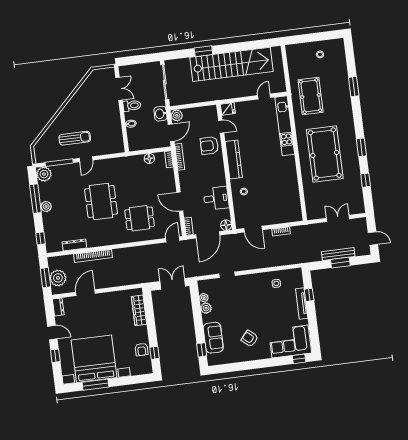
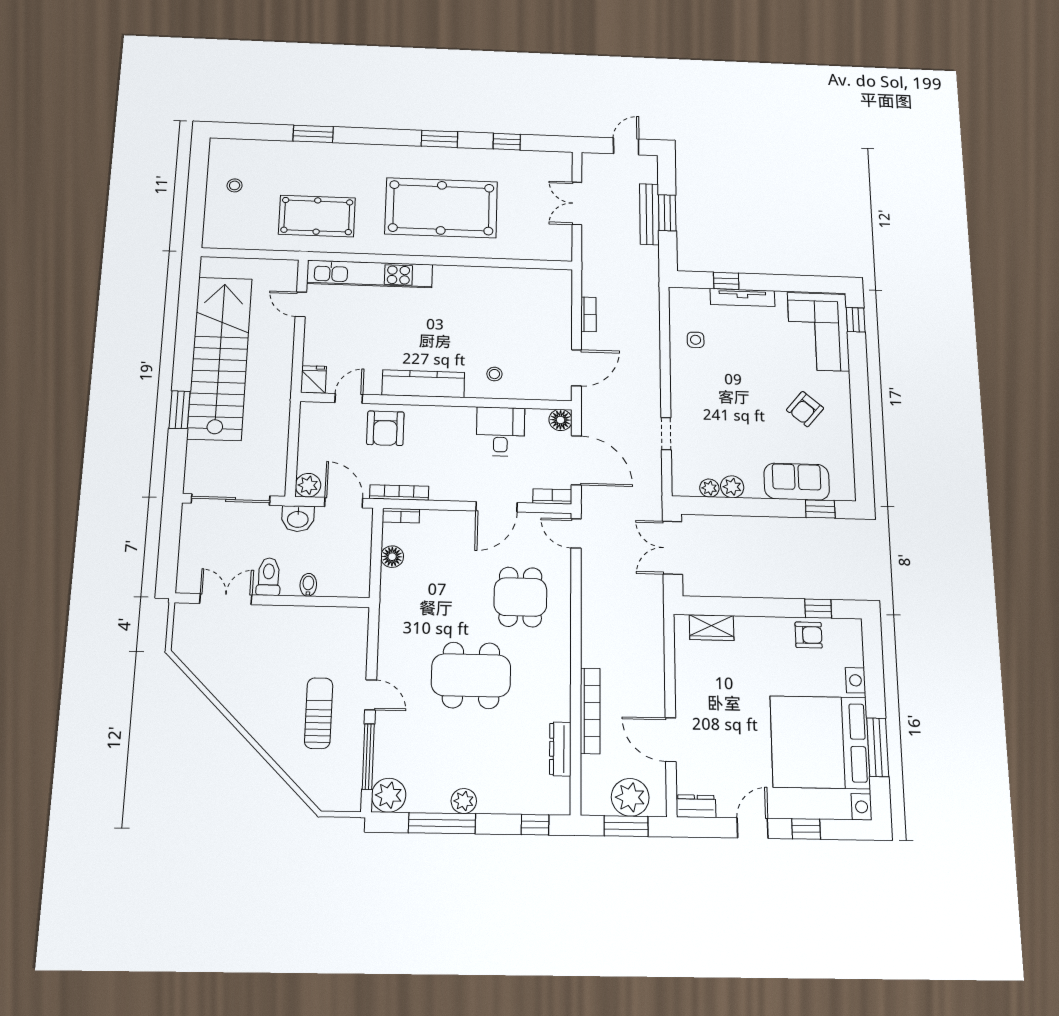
wardrobe: (139, 310) -> (712, 628), width x0.67

